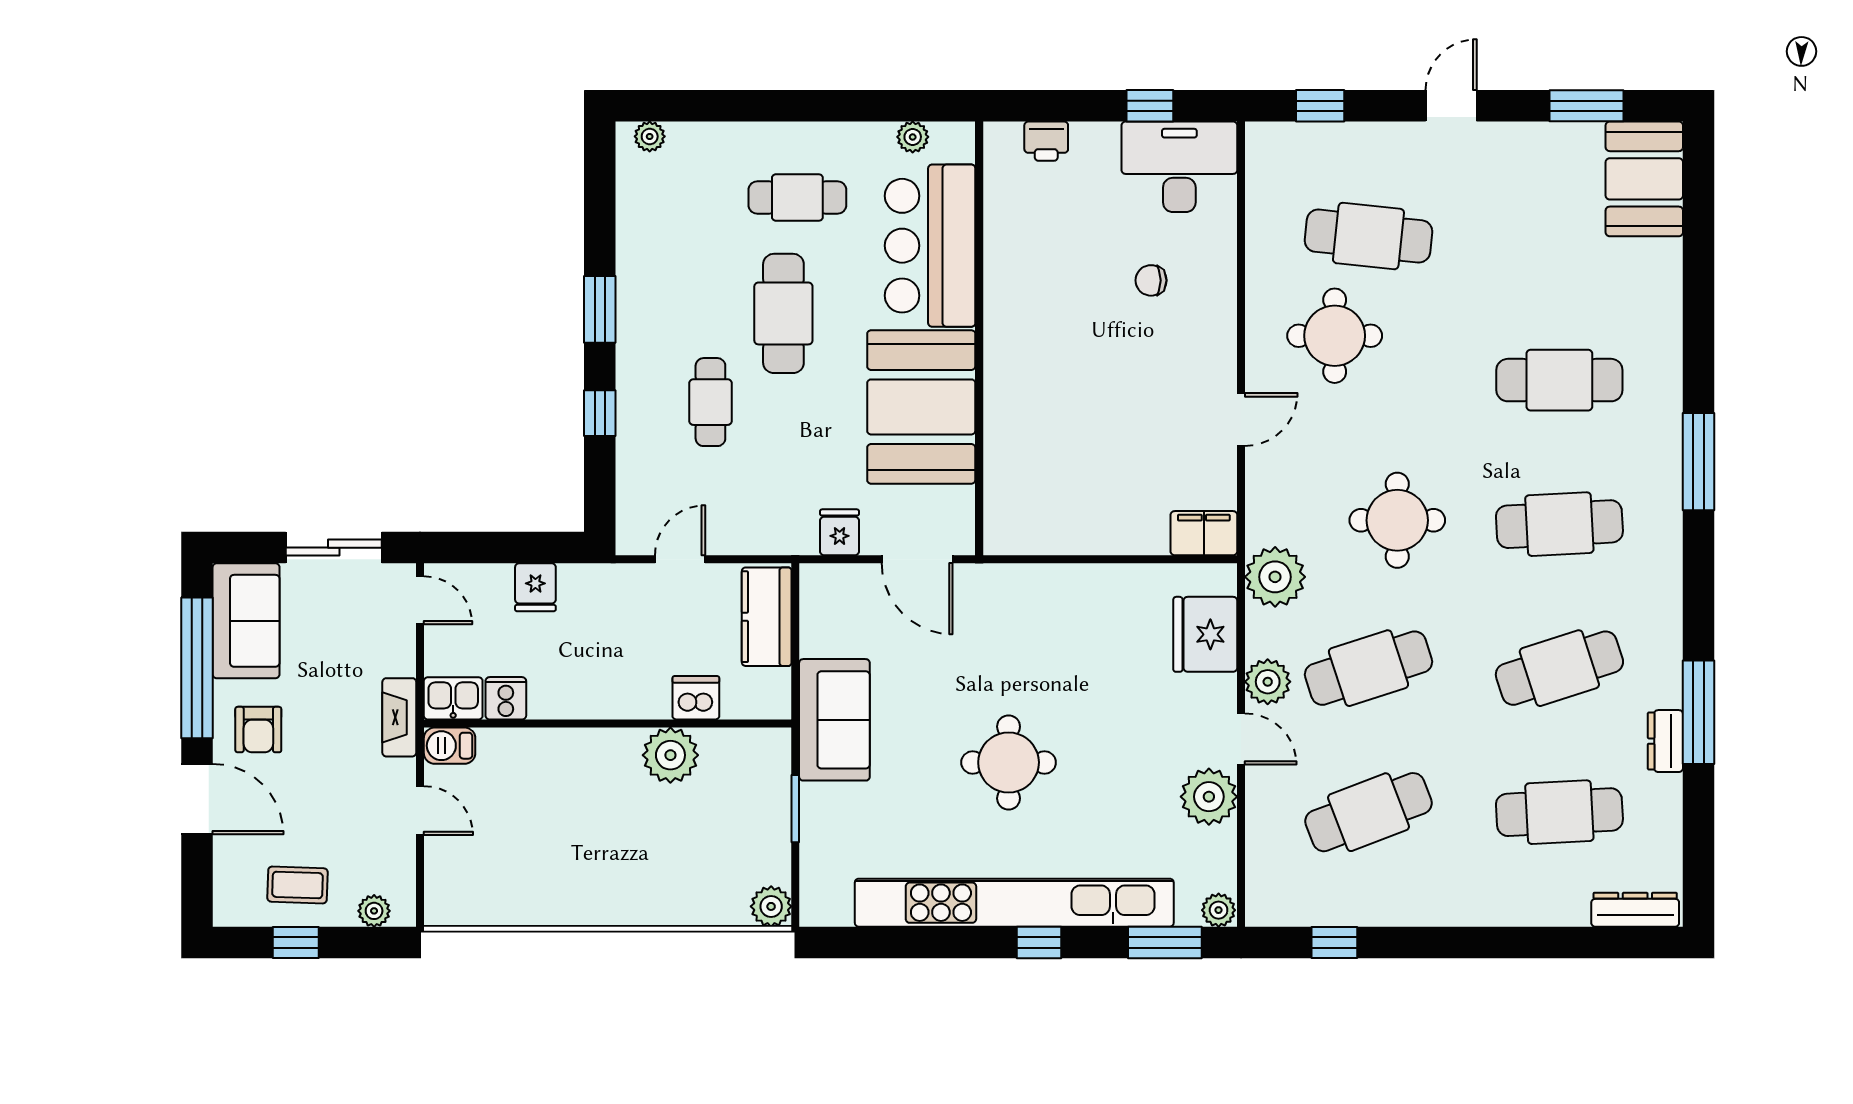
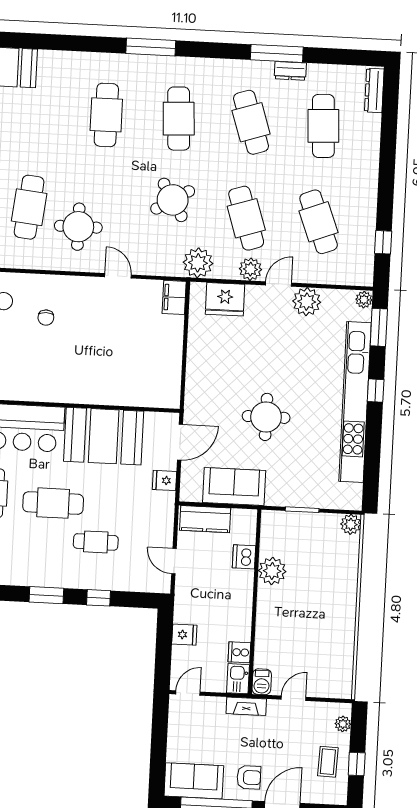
round table: (1397, 520) -> (173, 200), turned -31
sliding door: (334, 548) -> (159, 735), removed
sofa: (834, 720) -> (234, 487), moved
round table: (1009, 762) -> (266, 417), moved

